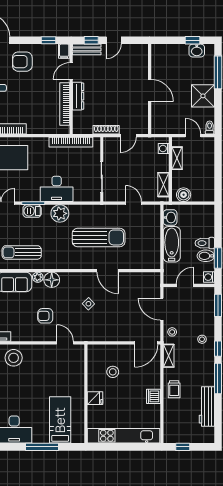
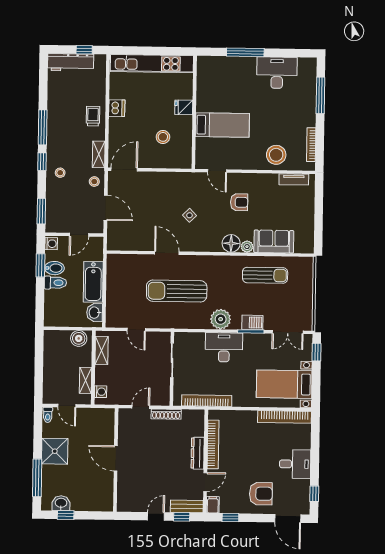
workbench: (207, 406) -> (71, 62), moved, turned 90
bed: (60, 420) -> (222, 125), moved, turned -90

